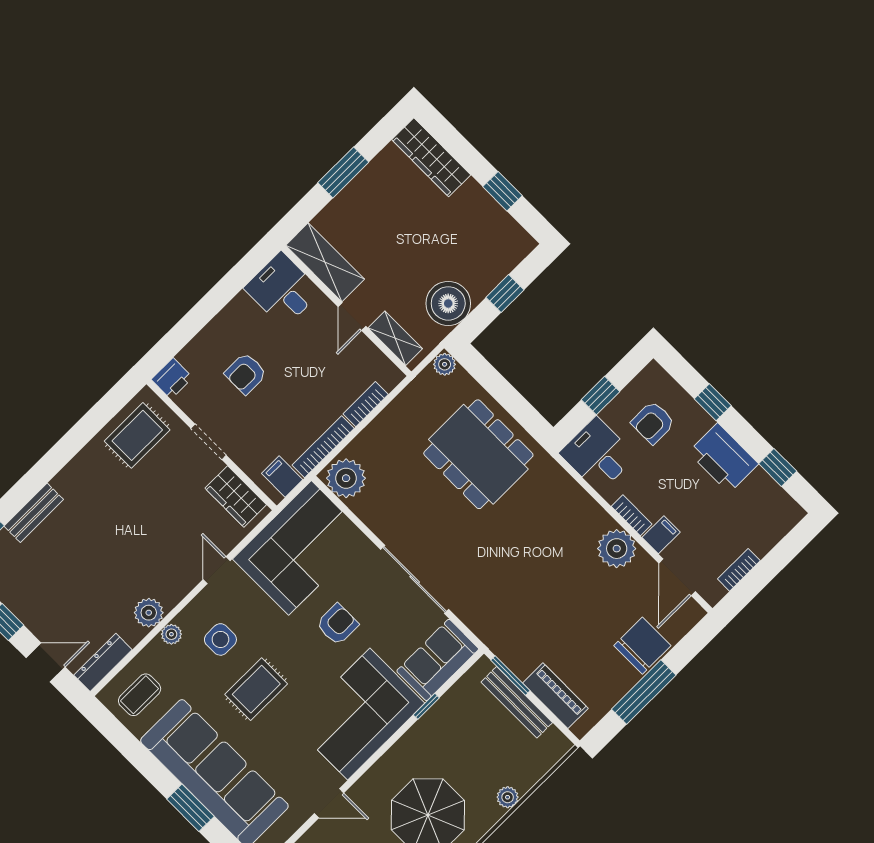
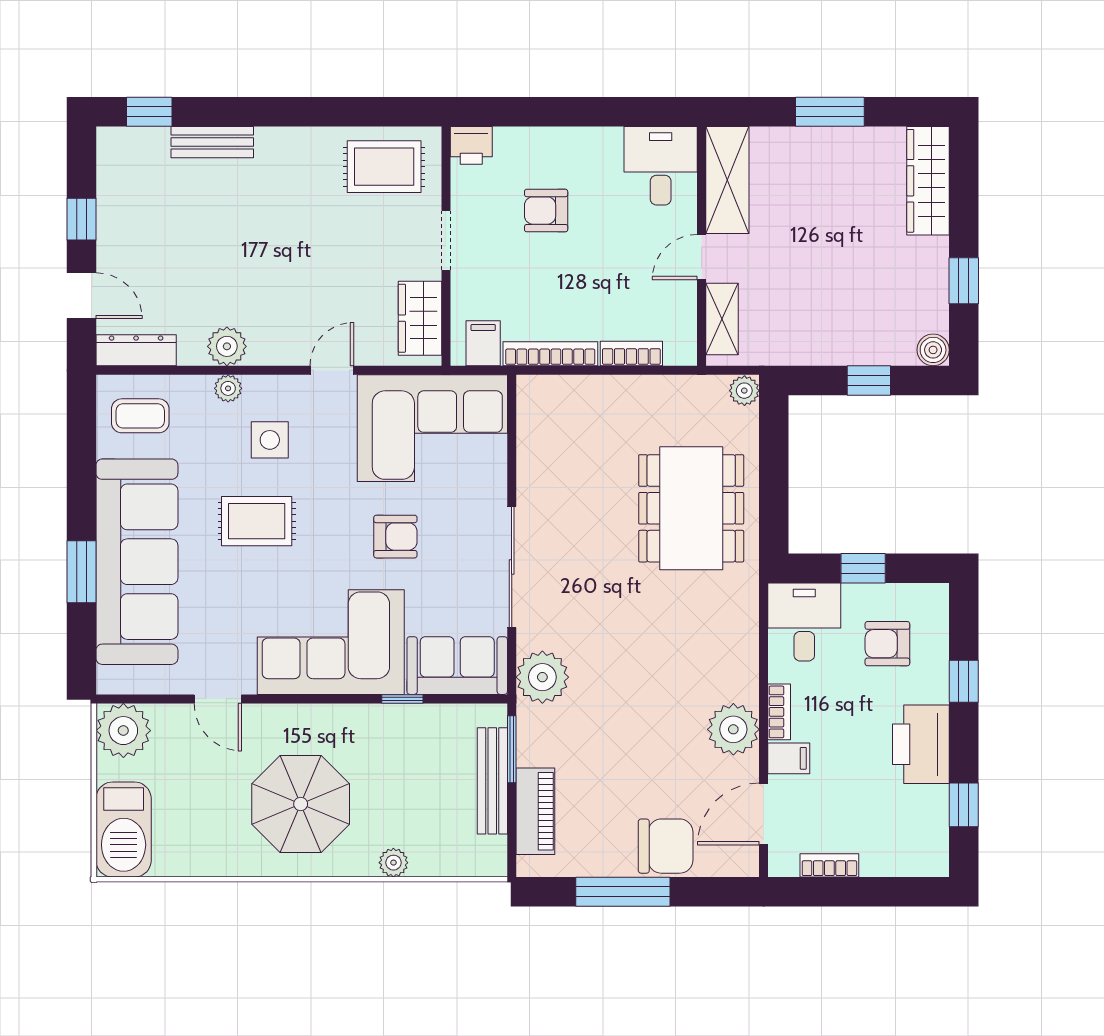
boiler: (448, 303) -> (933, 350), moved, width x0.54, depth x0.54
plant: (346, 478) -> (542, 677), moved

